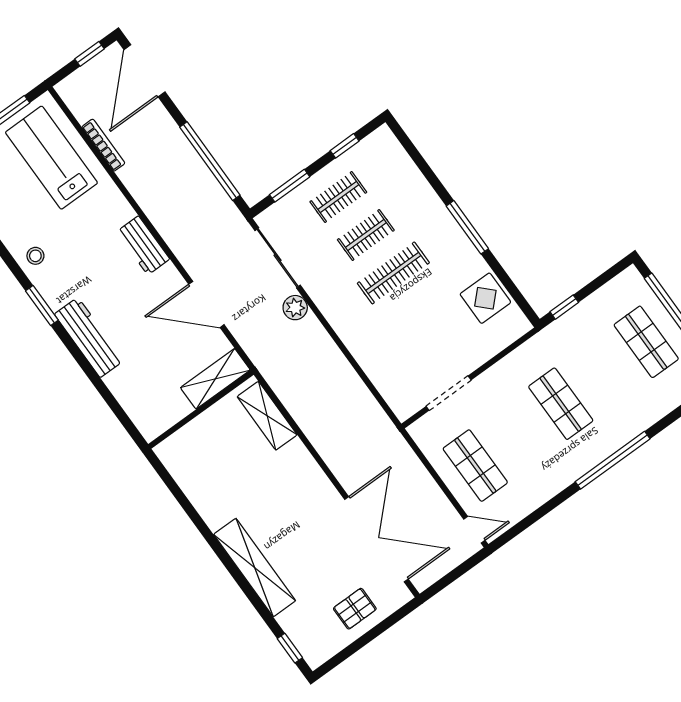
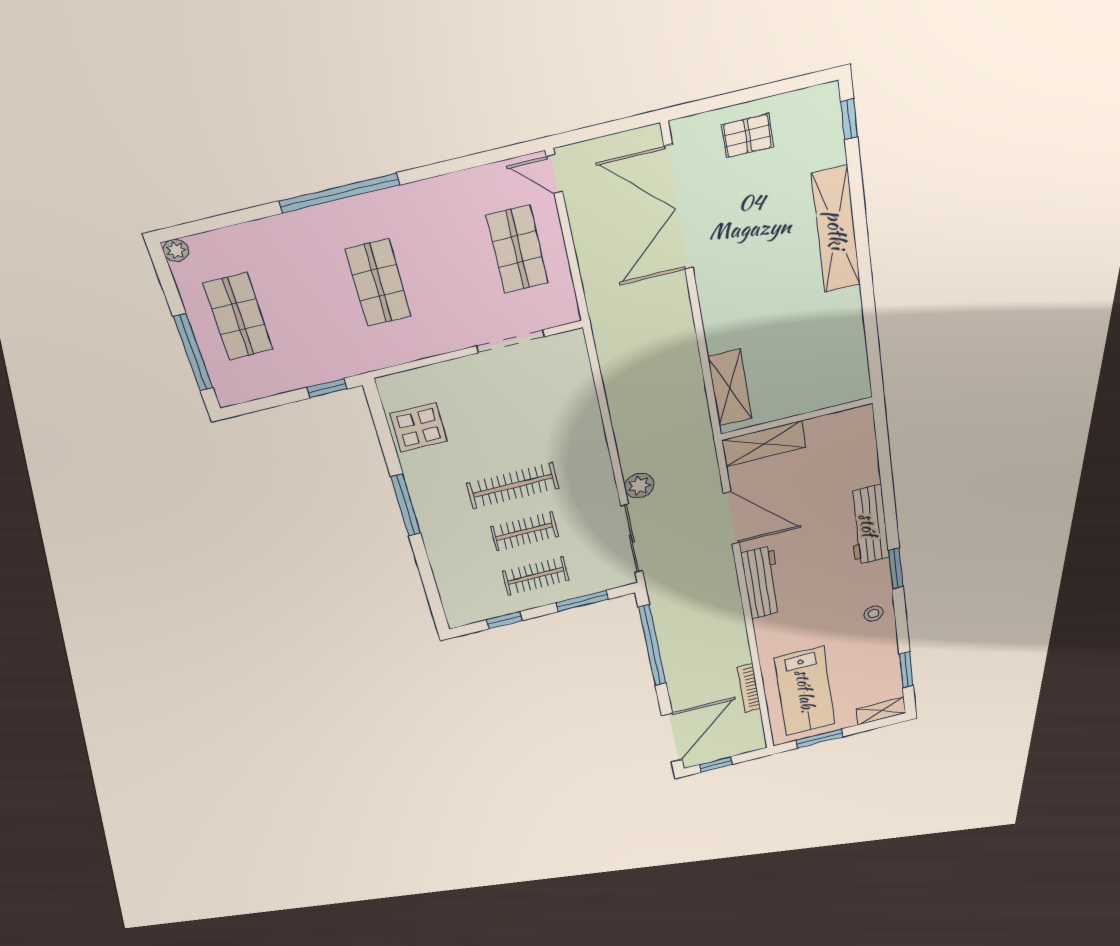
workbench: (143, 245) -> (762, 582), width x1.38

